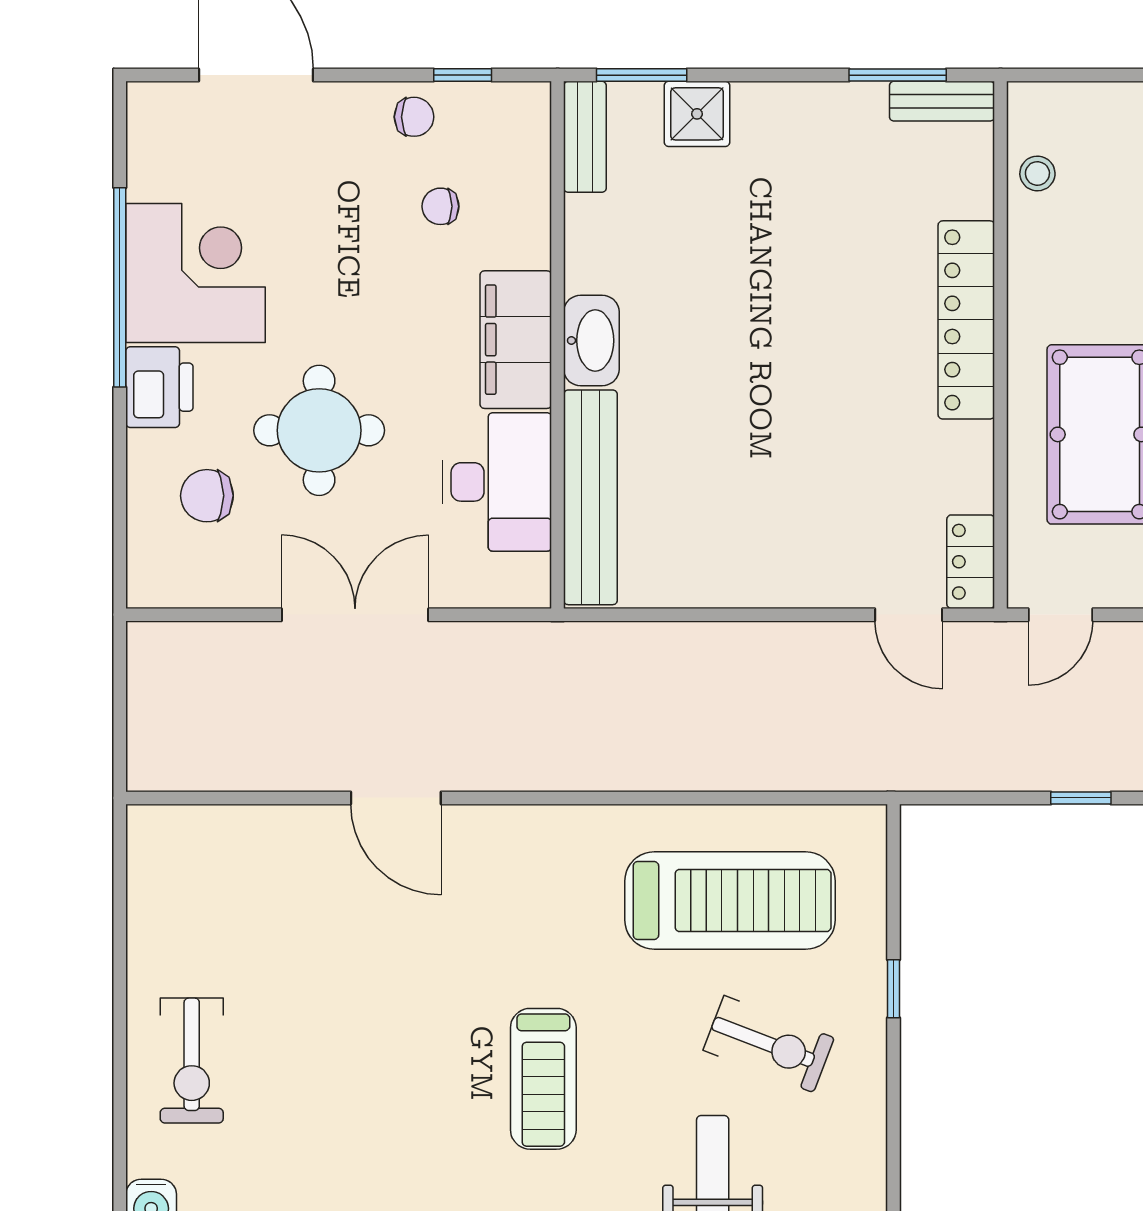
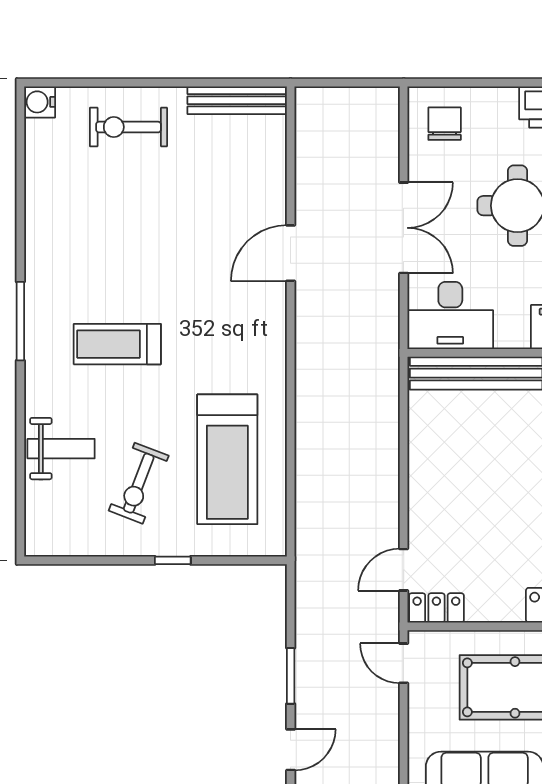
desk: (497, 482) -> (450, 315), moved
chair: (207, 496) -> (445, 124), moved
window: (1081, 798) -> (291, 676), width x1.50
bench: (148, 885) -> (237, 100), added

